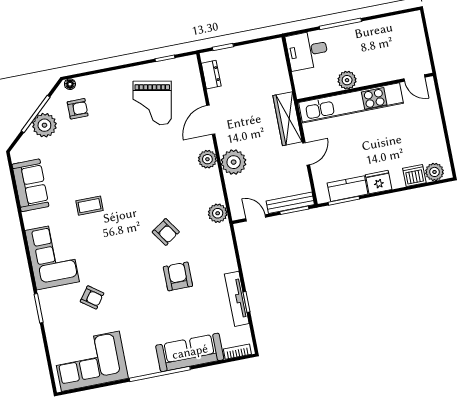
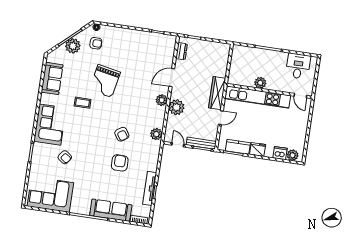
desk: (307, 50) -> (298, 66), moved, turned 90
grand piano: (152, 103) -> (105, 81), moved

